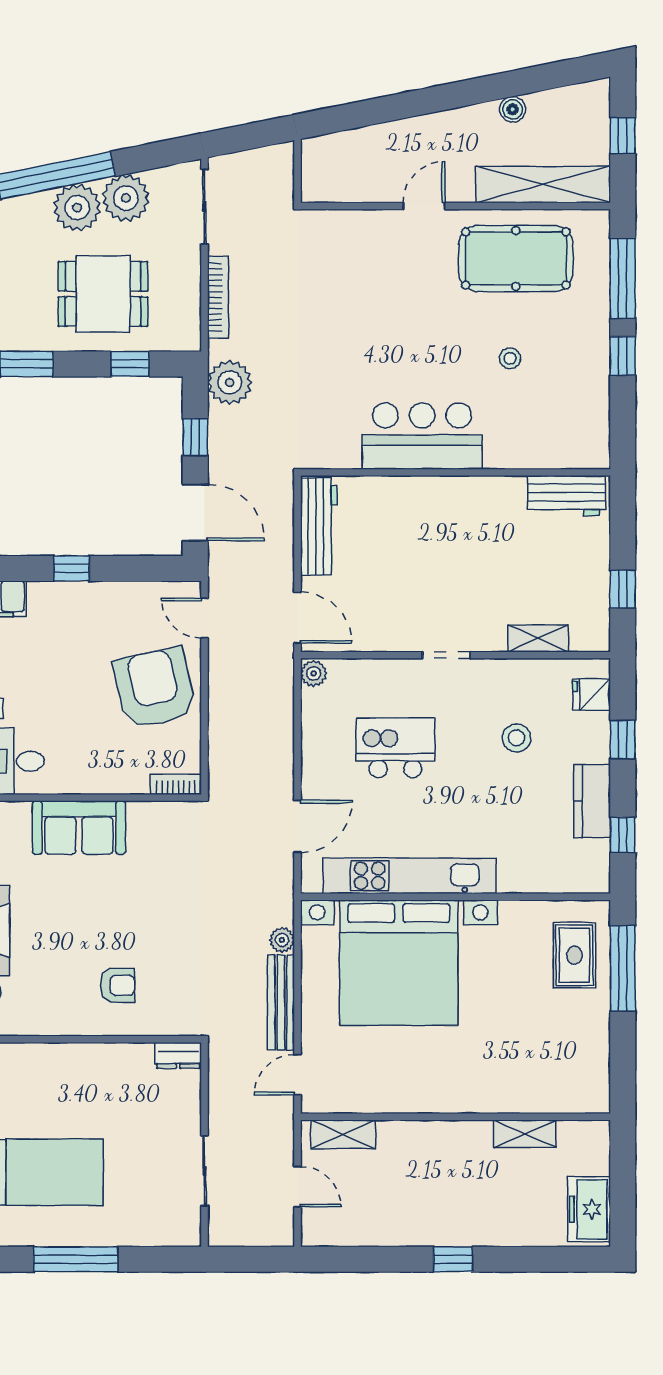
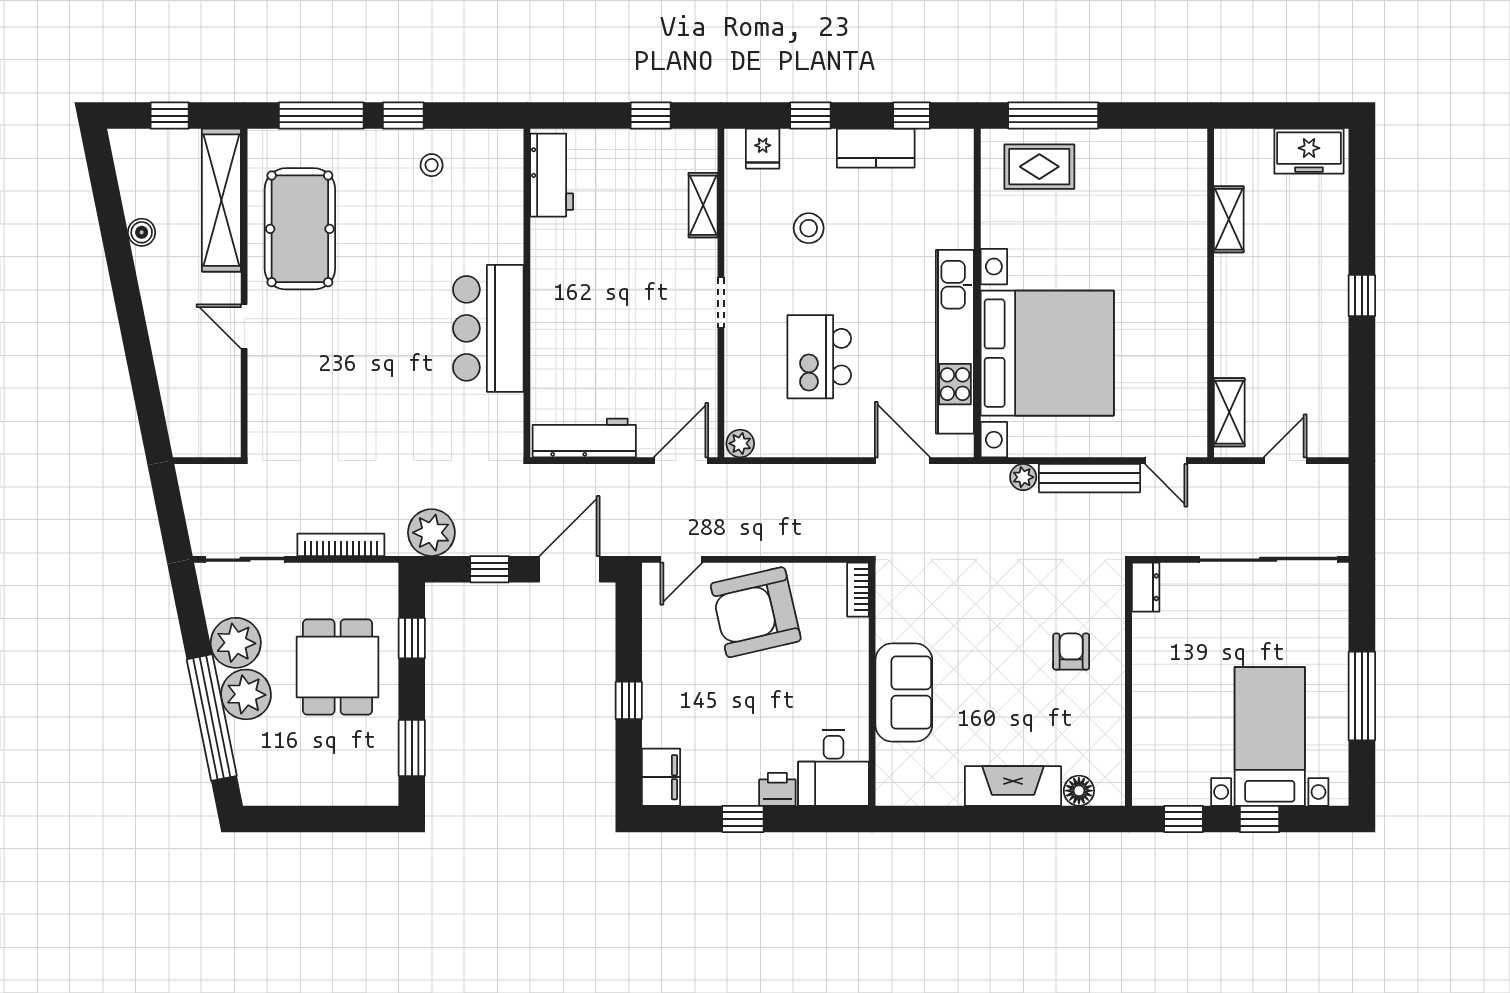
stool: (510, 358) -> (432, 165), moved
sliding door: (204, 1171) -> (1268, 559), width x1.86

